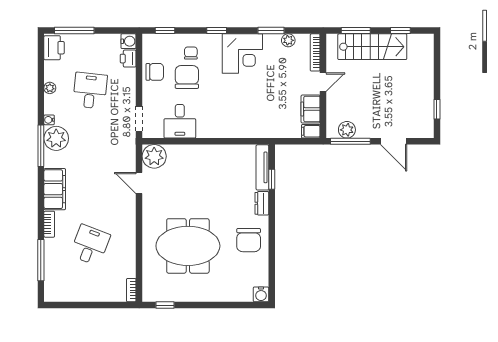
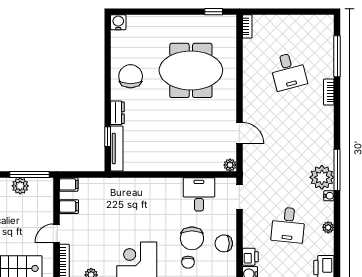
filing cabinet: (311, 109) -> (69, 207), width x0.50
plant: (347, 130) -> (20, 186), moved
plant: (154, 156) -> (230, 165), width x0.53, depth x0.53
filing cabinet: (55, 189) -> (323, 127), removed
desk: (90, 245) -> (288, 71), turned -36

